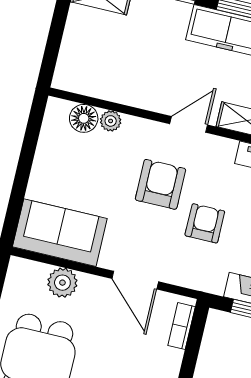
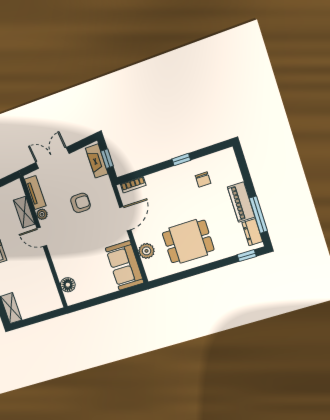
plant: (111, 121) -> (42, 214), moved
armchair: (160, 184) -> (76, 233), removed
armchair: (205, 223) -> (80, 203), turned 180

